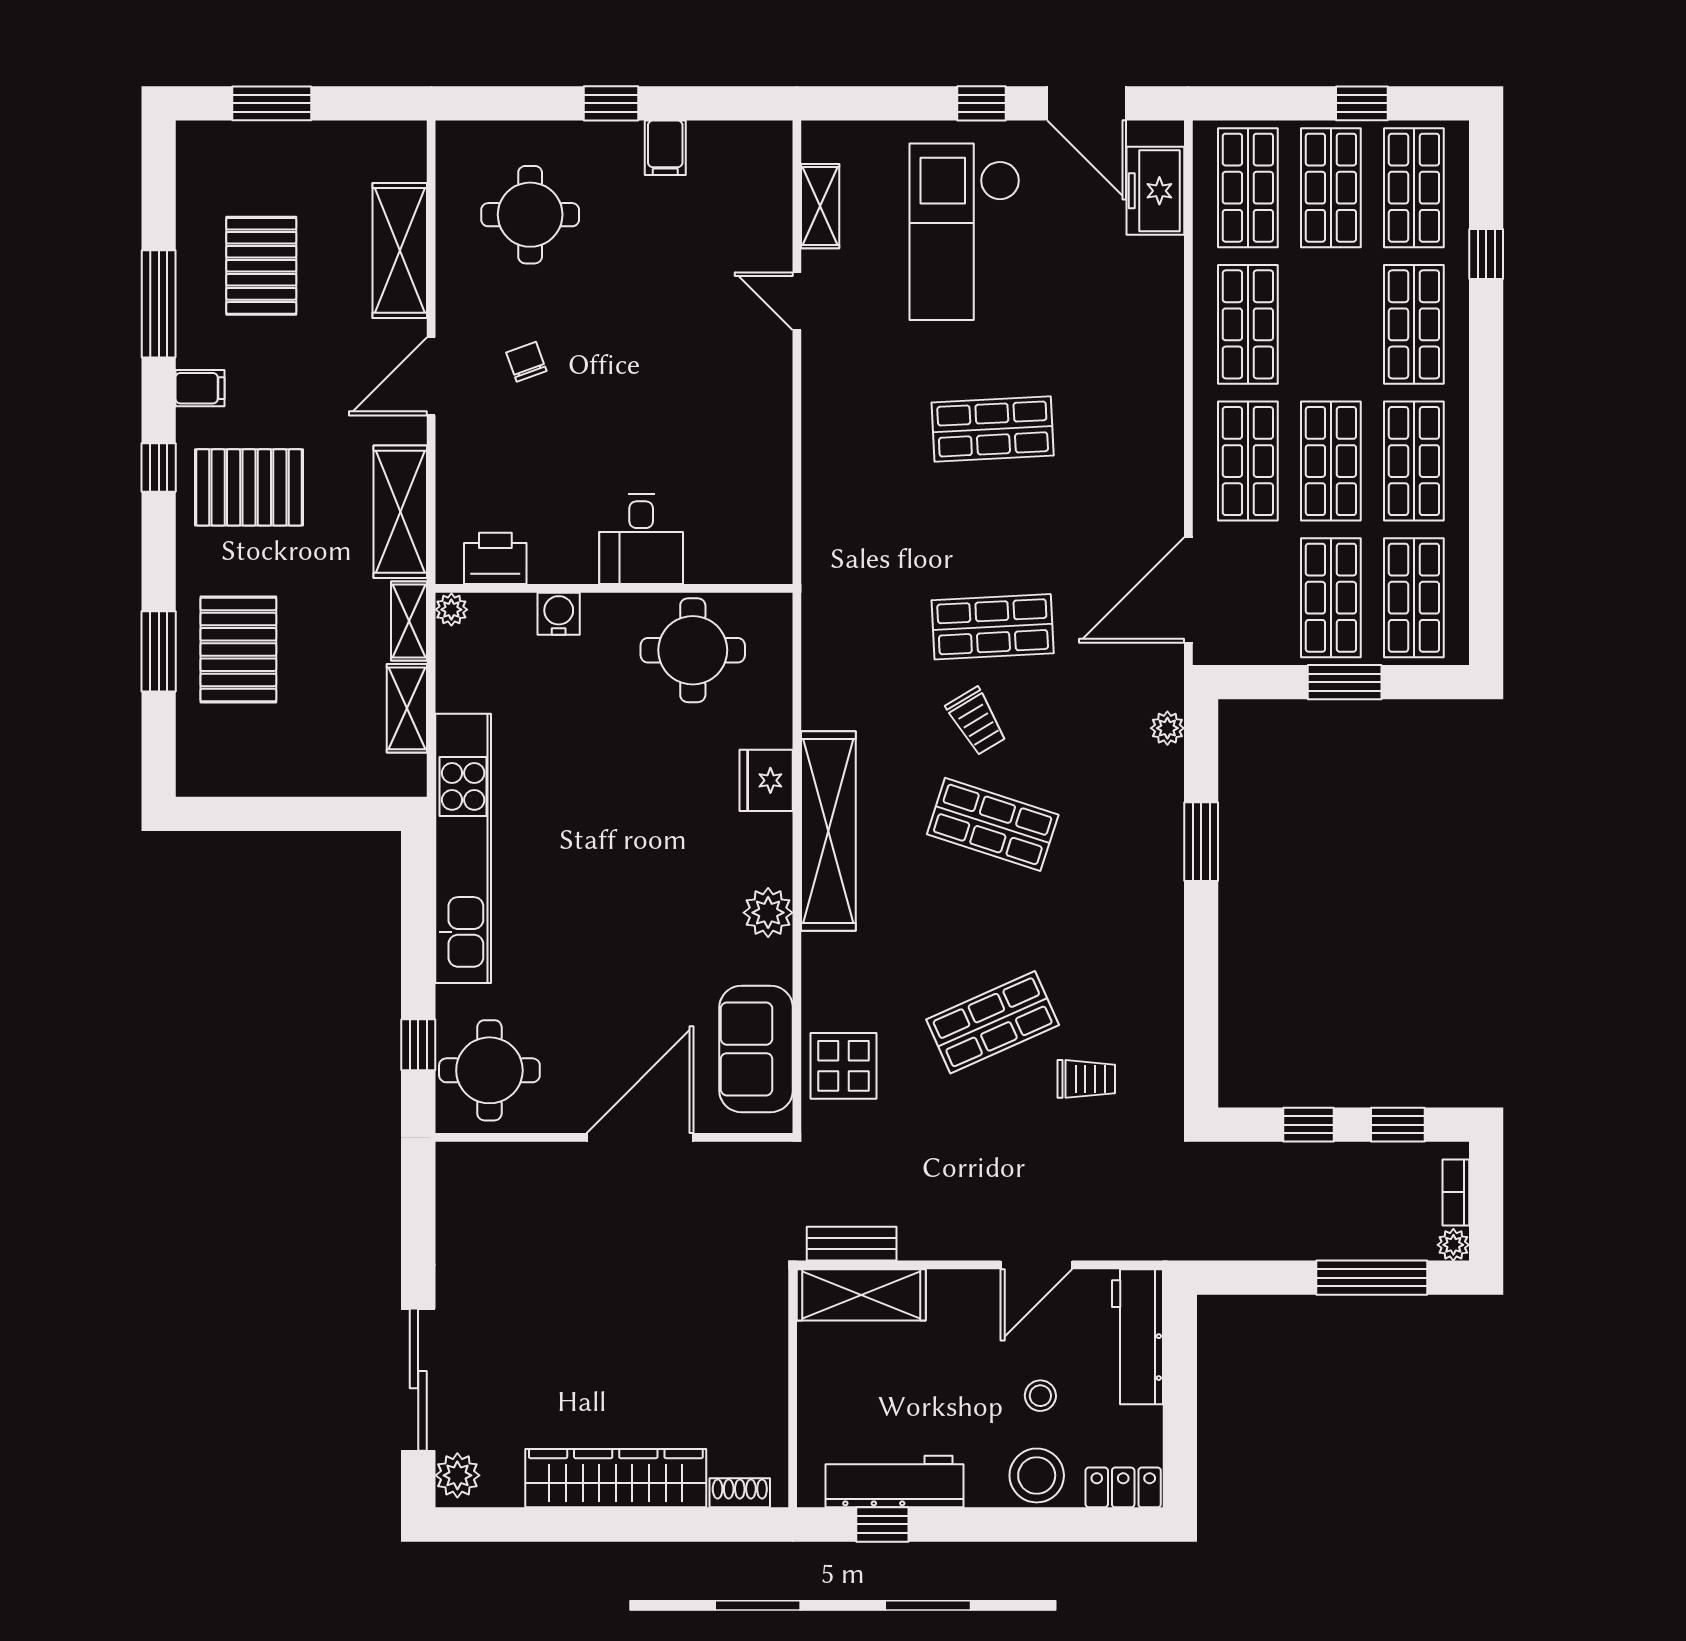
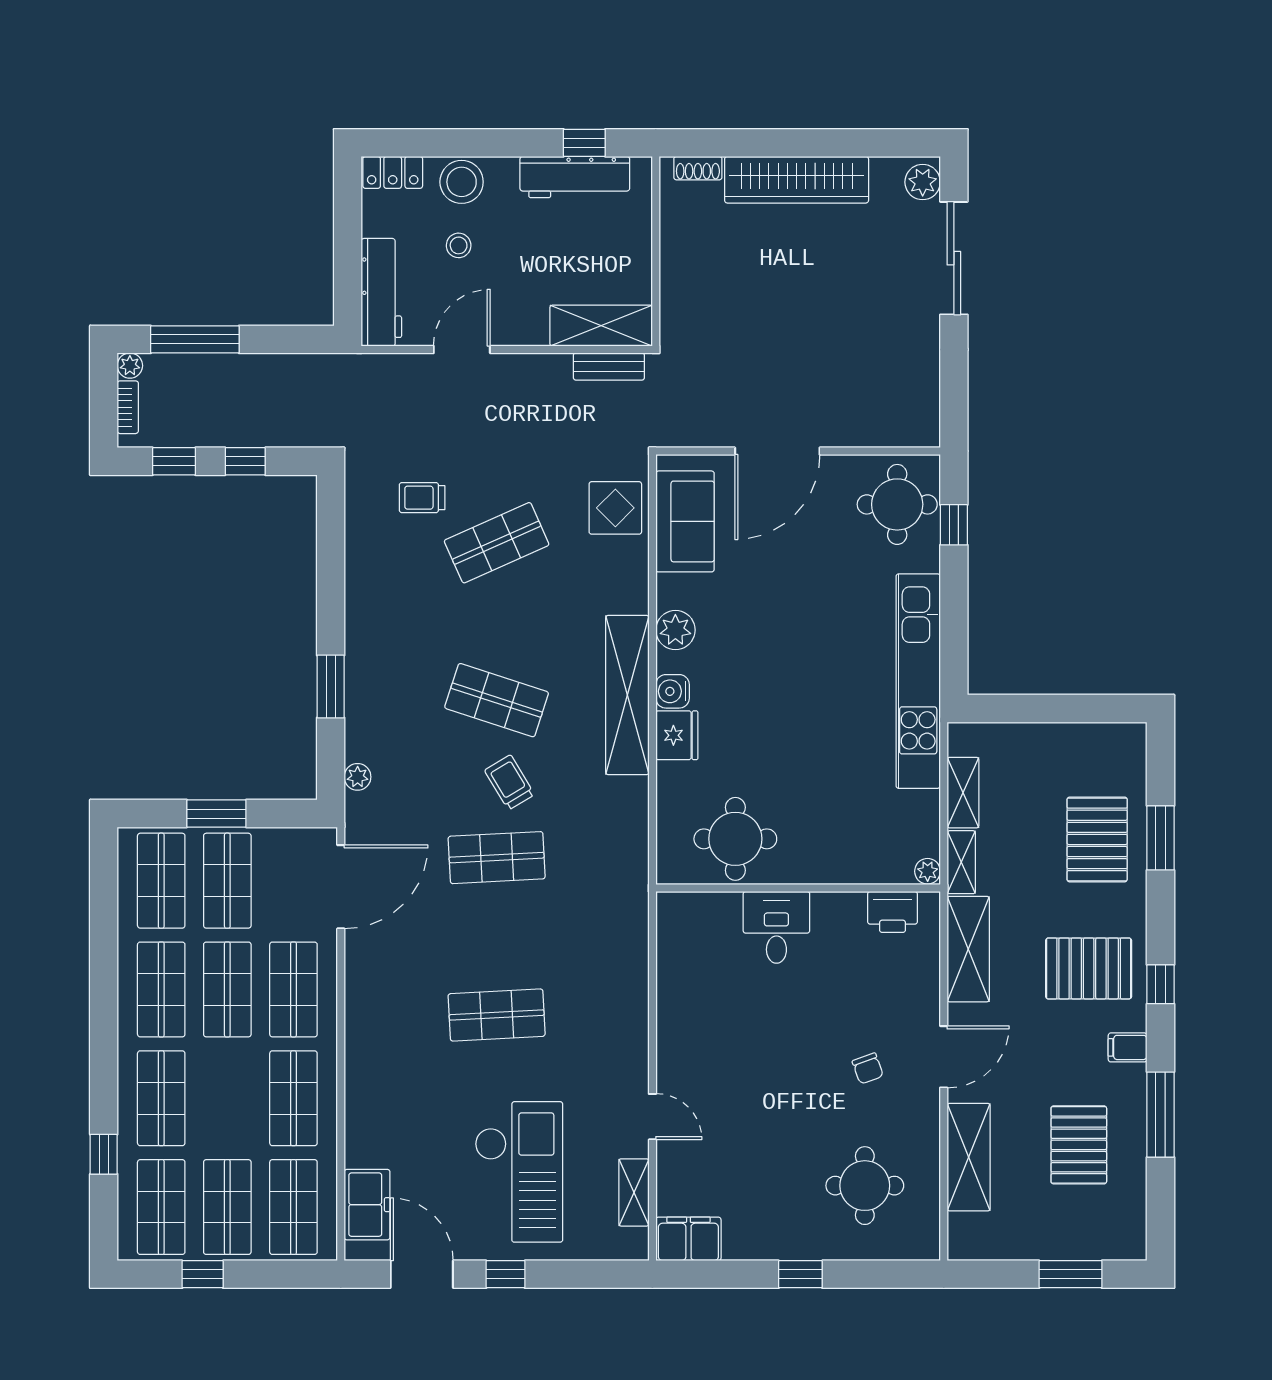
filing cabinet: (665, 148) -> (688, 1239), moved, width x2.00
water cooler: (559, 614) -> (673, 691), moved, turned 90

